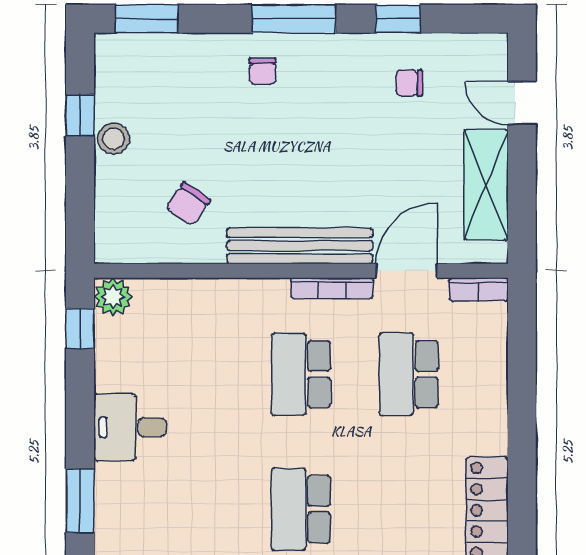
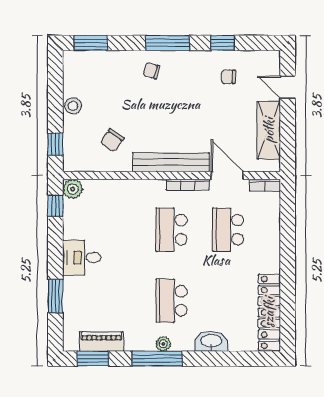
chair: (263, 71) -> (151, 71), turned 106
window: (80, 115) -> (55, 144), moved
door: (407, 271) -> (227, 175), hinge flipped

